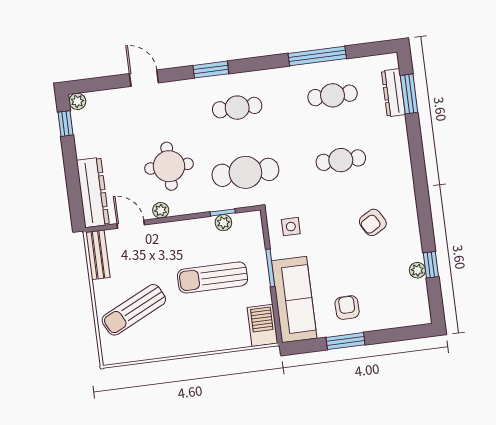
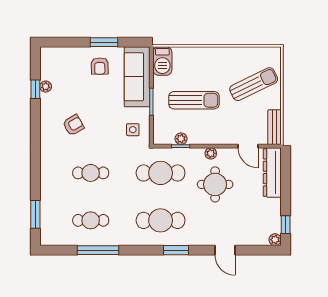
dresser: (393, 93) -> (47, 217), removed
cafe table: (237, 108) -> (161, 220), width x1.37, depth x1.35
plant: (161, 210) -> (211, 153), moved

